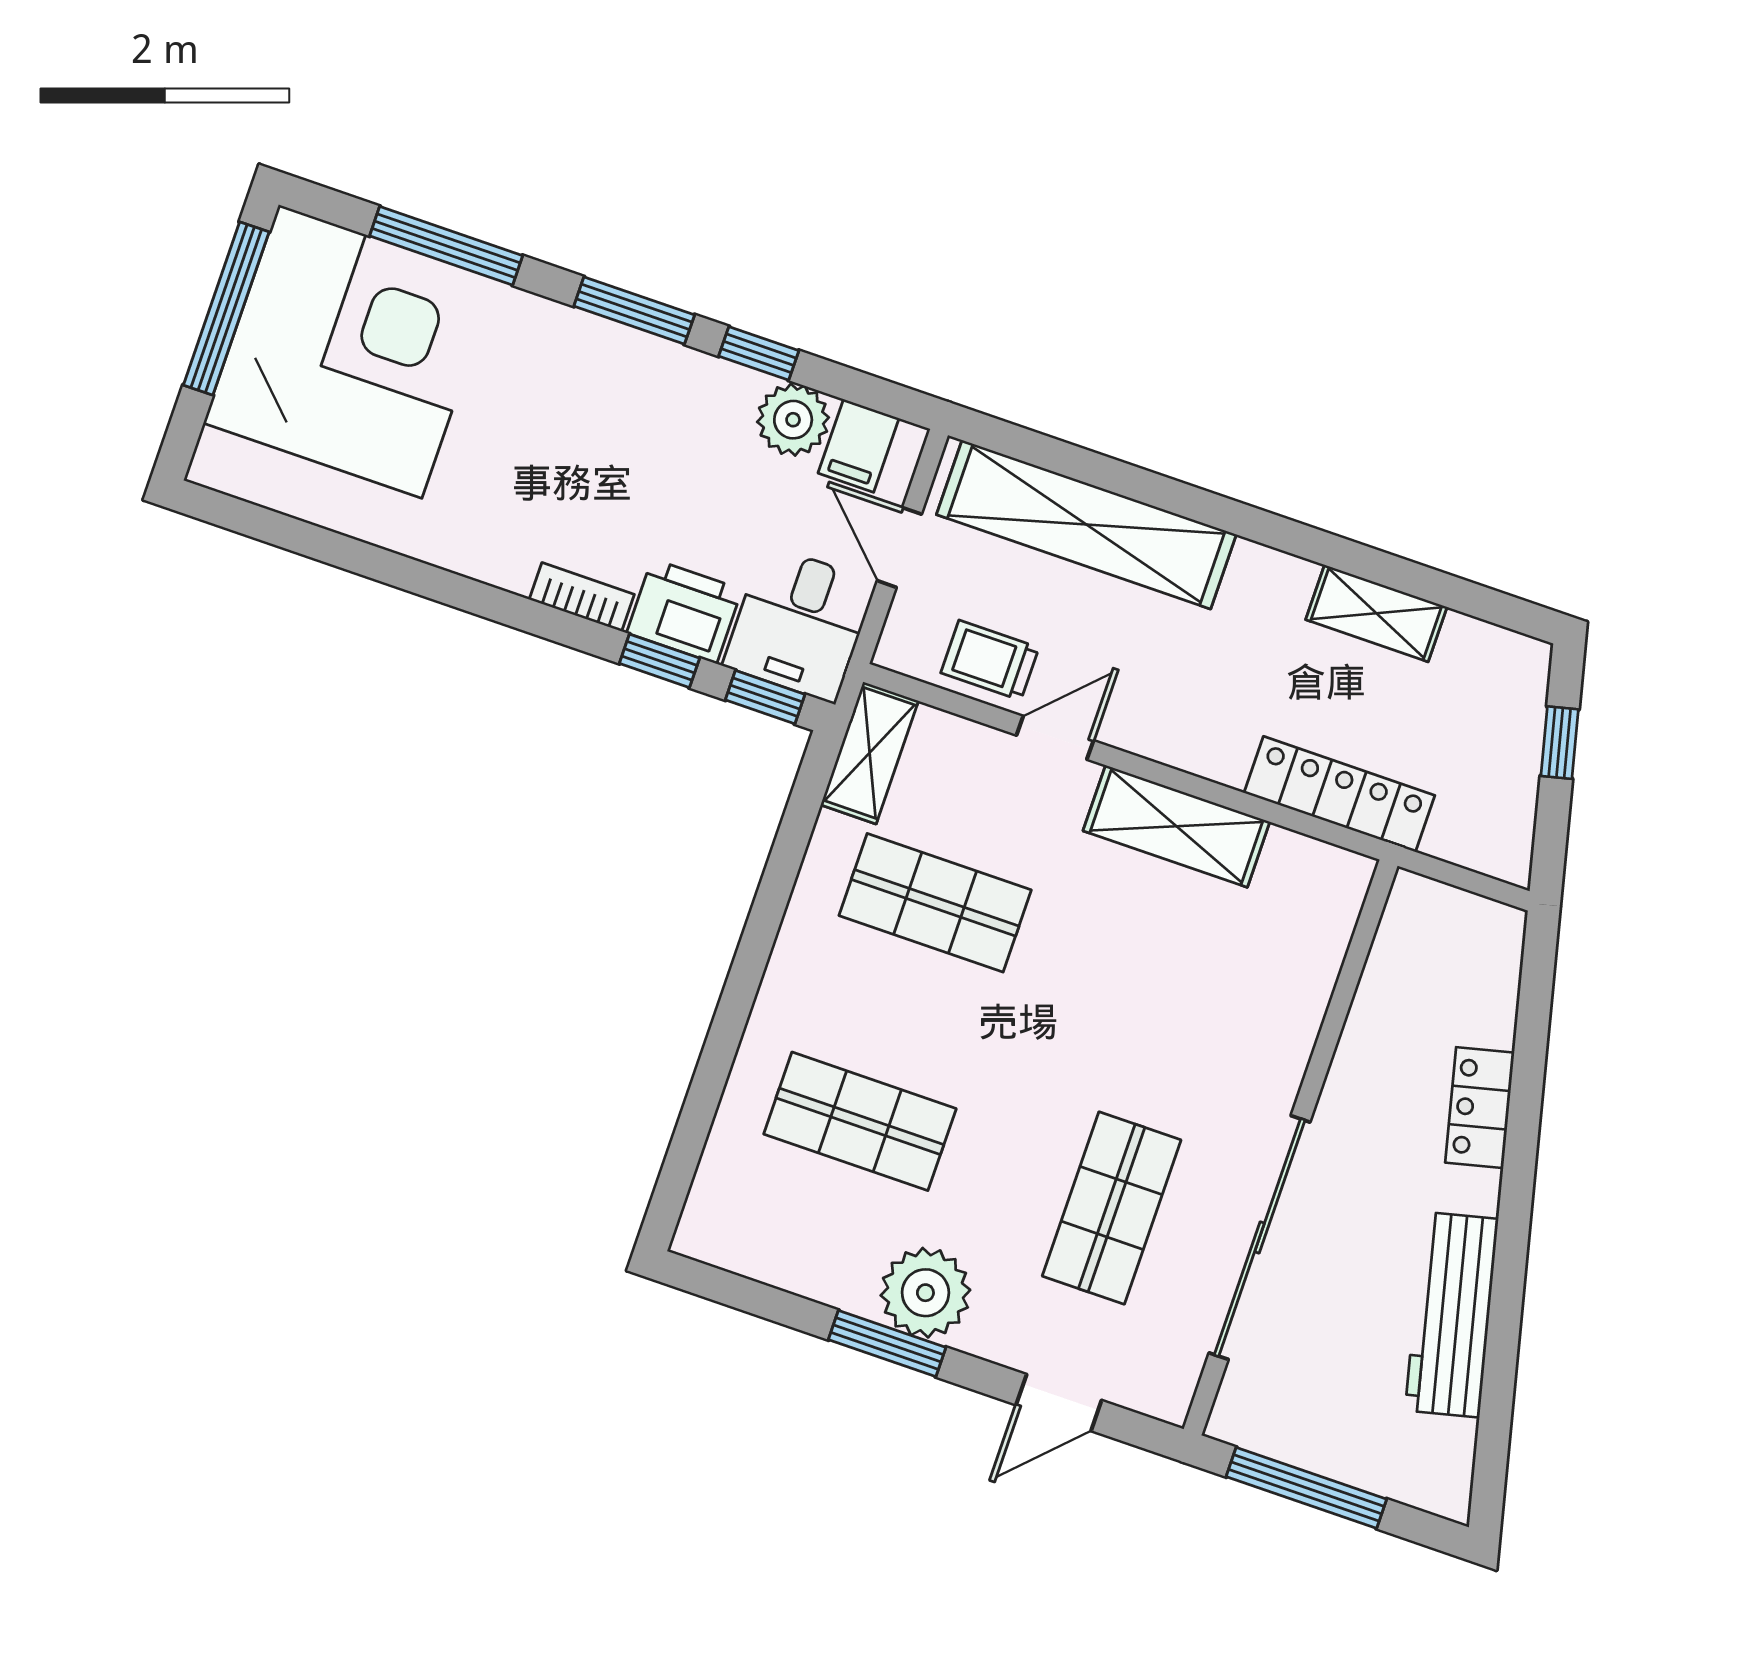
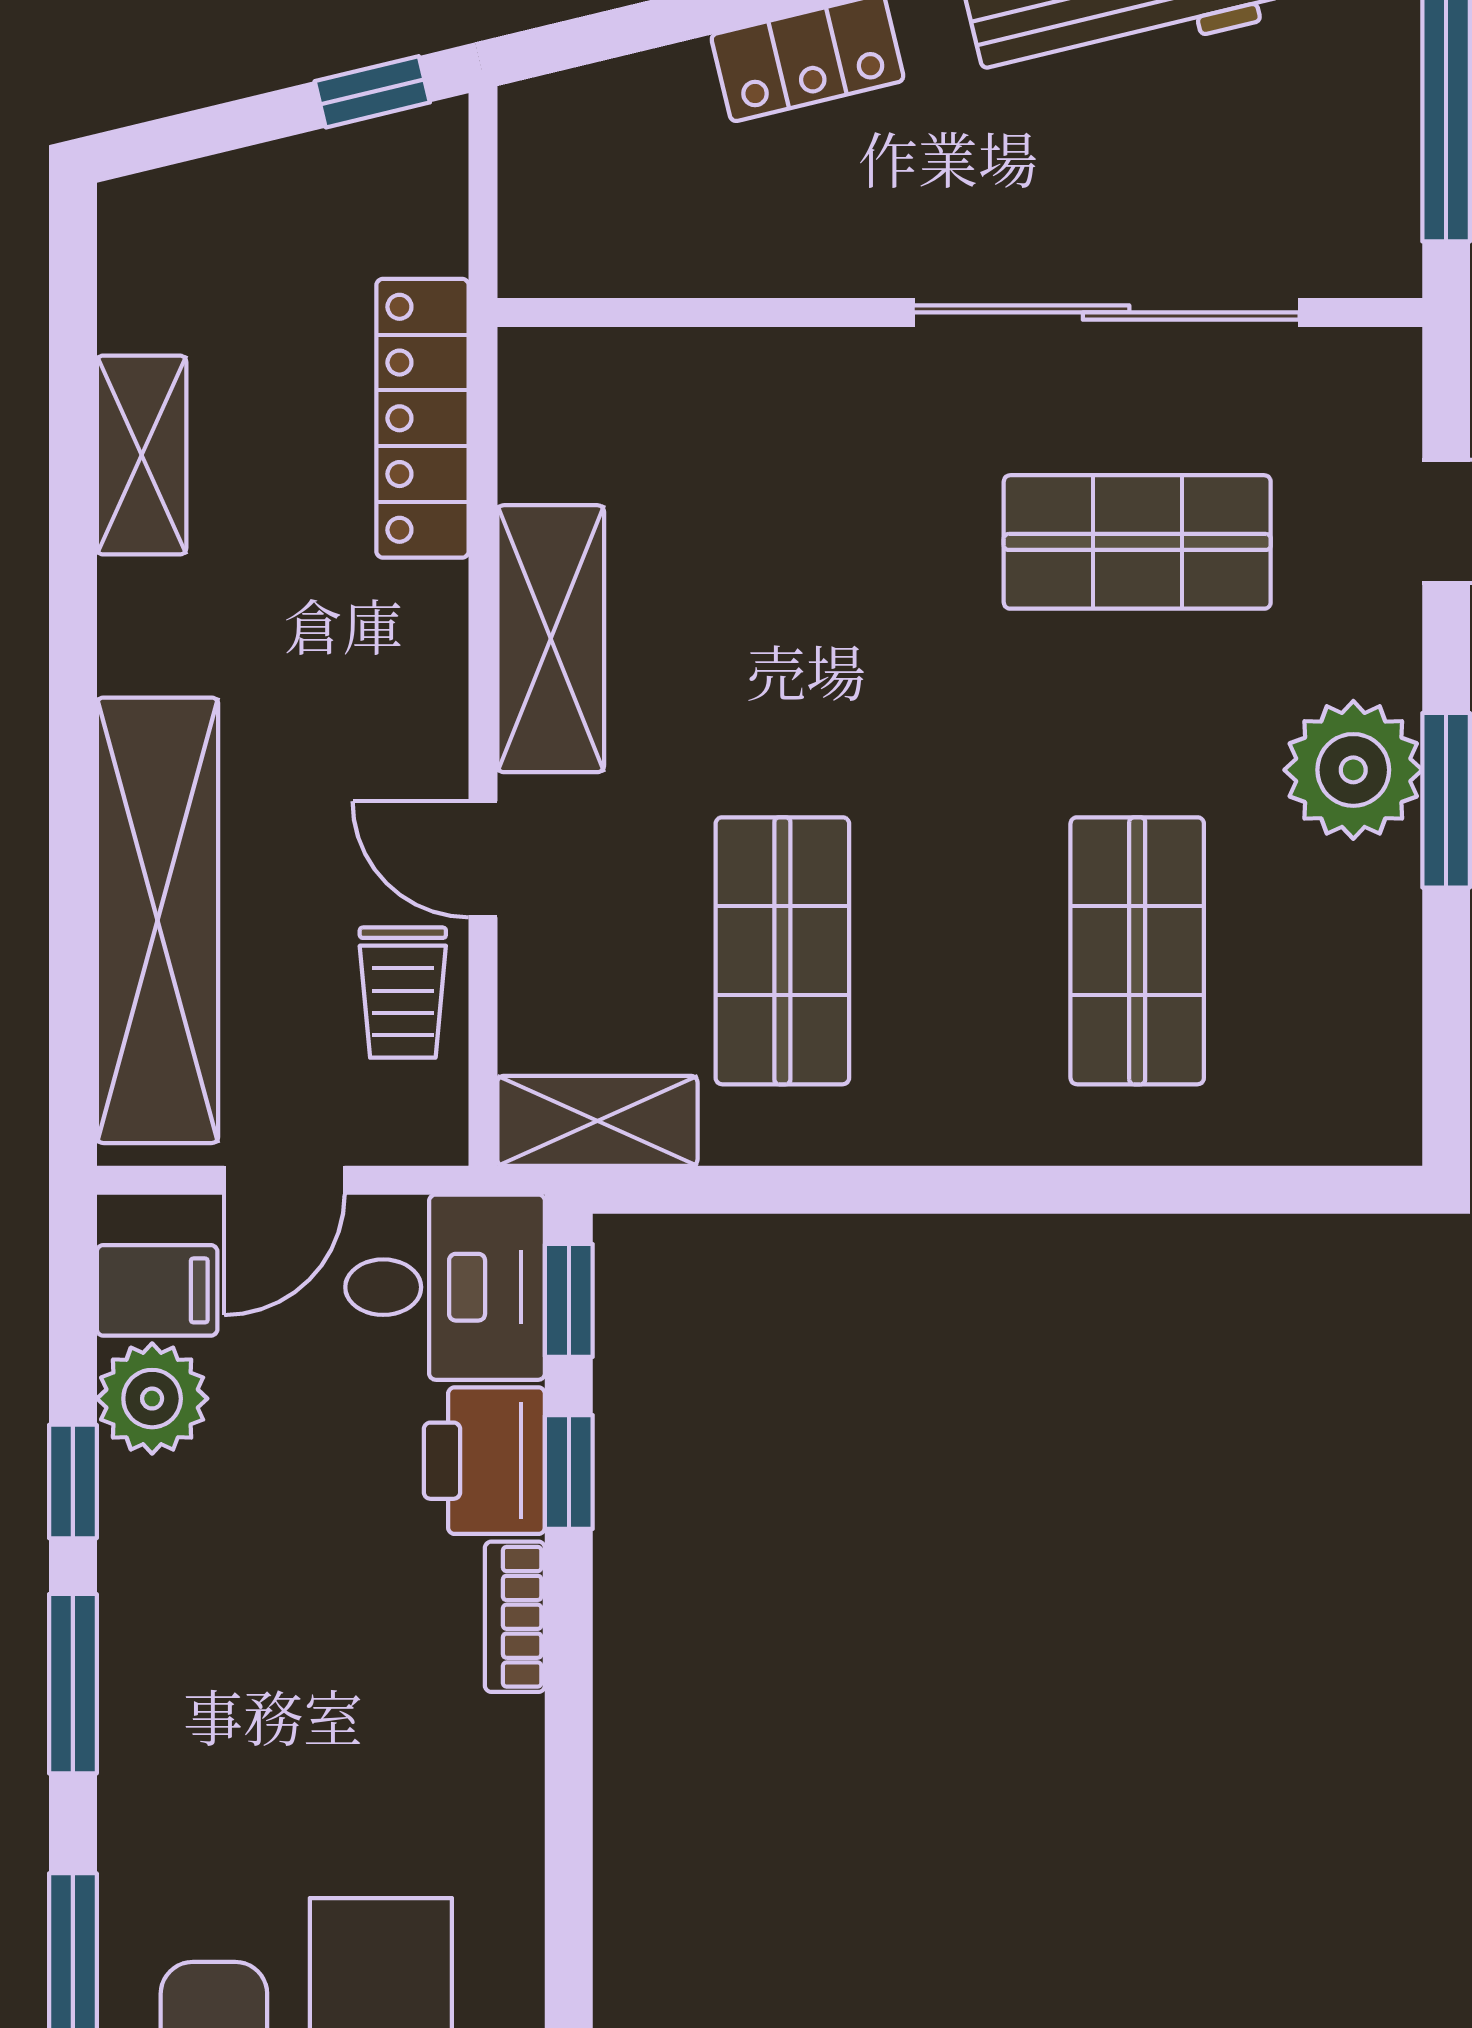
window: (1560, 743) -> (372, 92), moved

